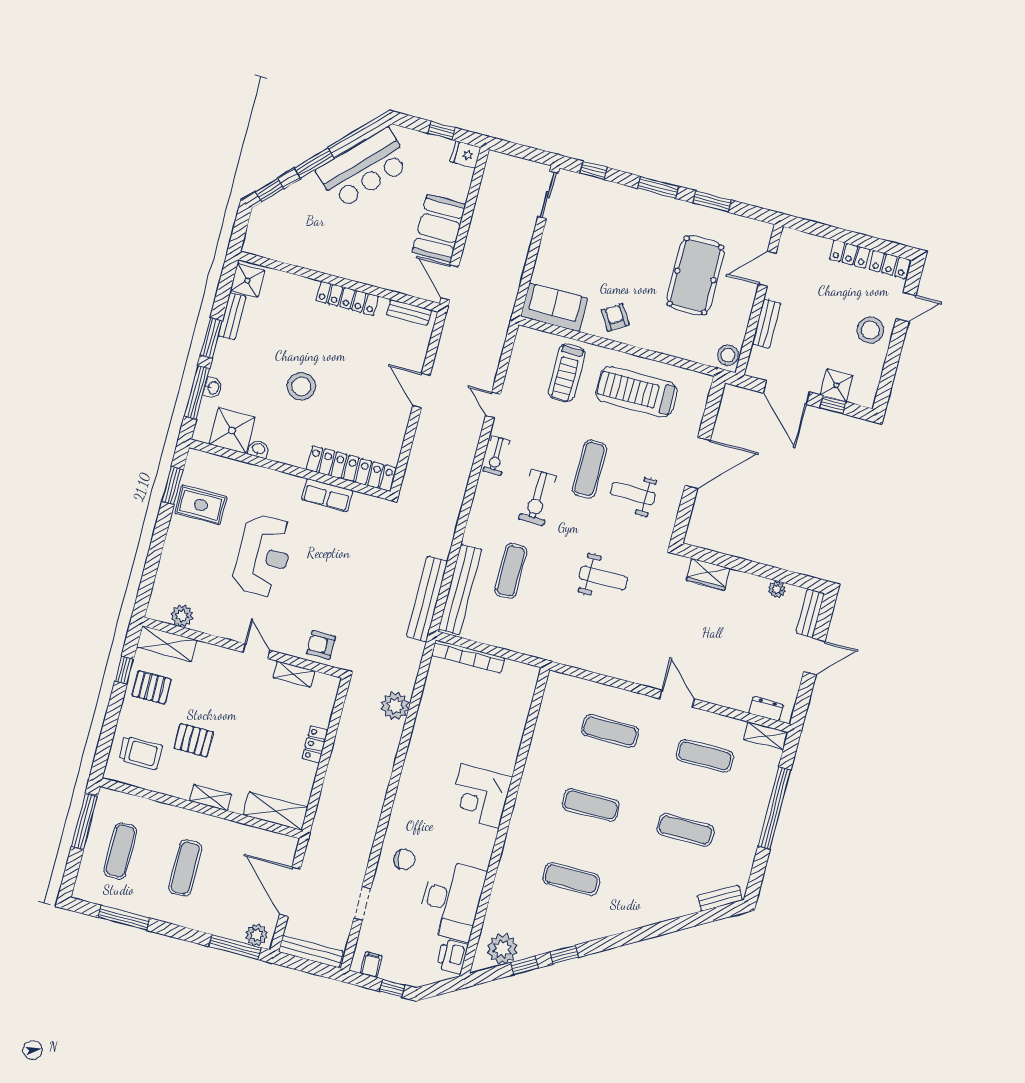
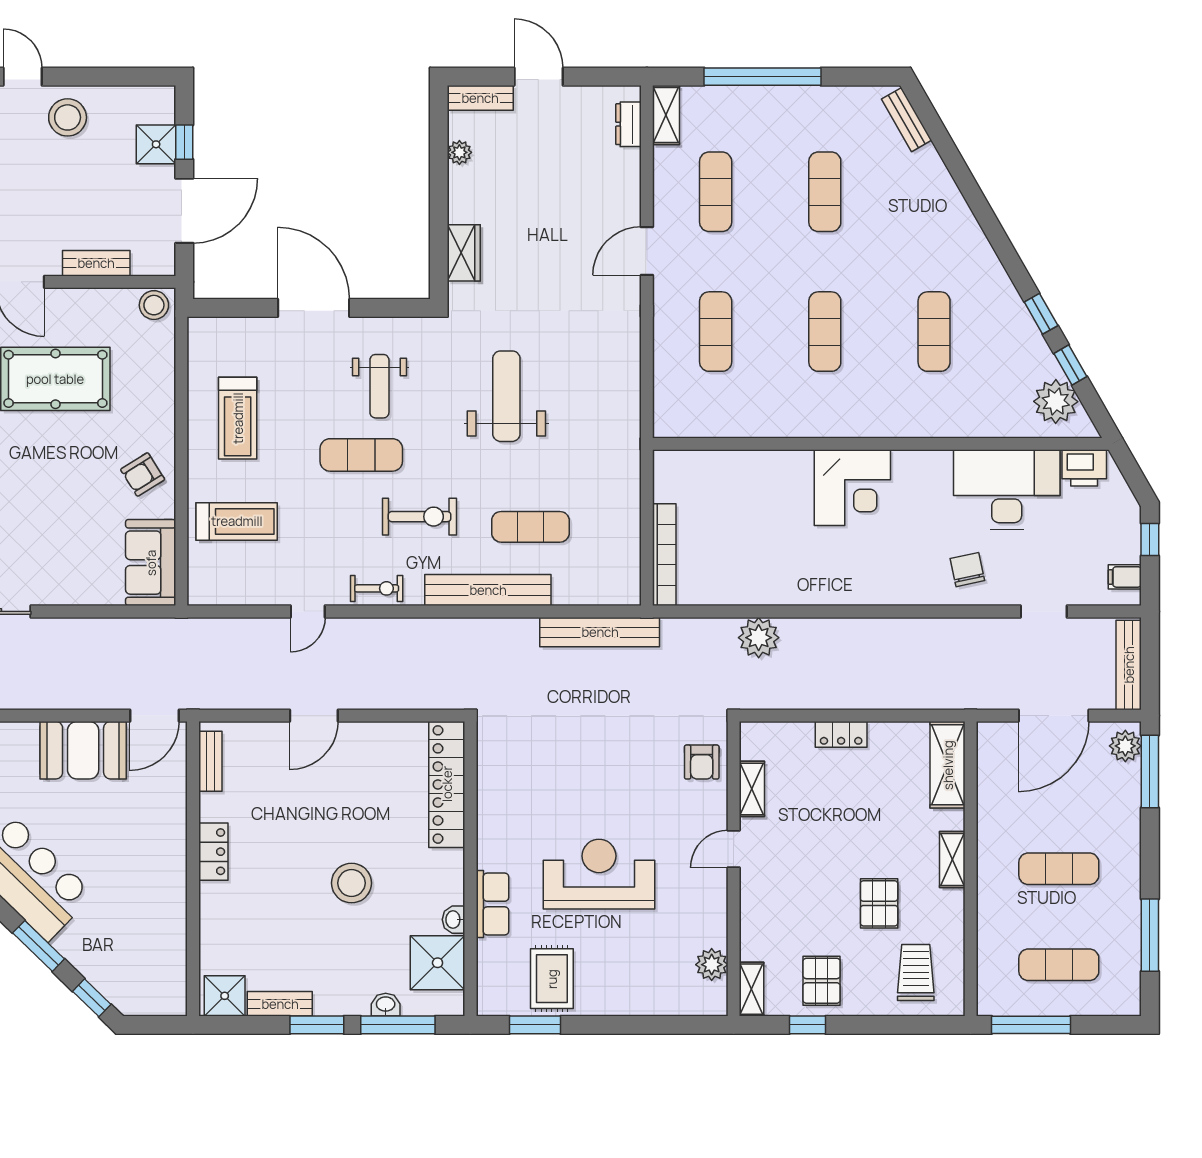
locker: (347, 298) -> (213, 852), width x0.66
treadmill: (636, 392) -> (238, 418), width x0.73, depth x0.73
row of seats: (327, 495) -> (492, 904), moved
weight bench: (604, 578) -> (506, 396), width x1.36, depth x1.33
bench: (460, 590) -> (488, 590), moved
shelving: (167, 644) -> (752, 989), width x0.67, depth x0.75

